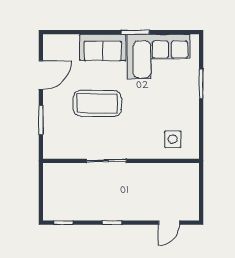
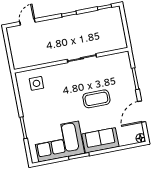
floor lamp: (49, 40) -> (141, 138), added
coffee table: (97, 103) -> (96, 99), width x0.73, depth x0.76

